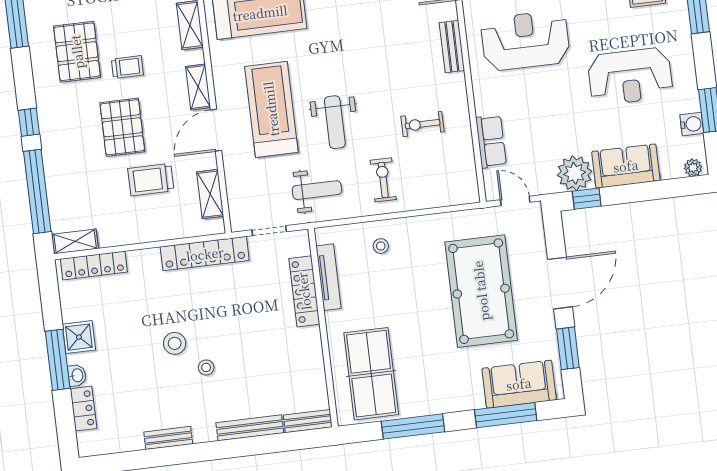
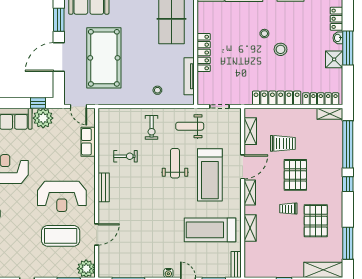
bench: (452, 47) -> (104, 187), moved
locker: (205, 254) -> (277, 98), moved
locker: (304, 291) -> (204, 53), moved

